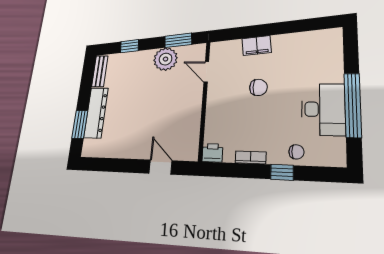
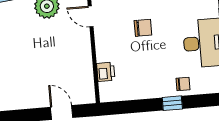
printer: (212, 153) -> (106, 72), moved, turned 90
bookcase: (251, 157) -> (144, 94), removed

